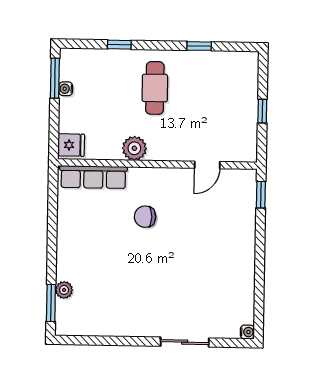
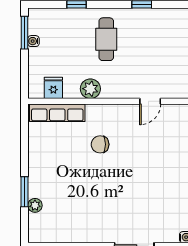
fridge: (71, 145) -> (53, 88), moved, turned -90
window: (51, 303) -> (24, 192), moved

